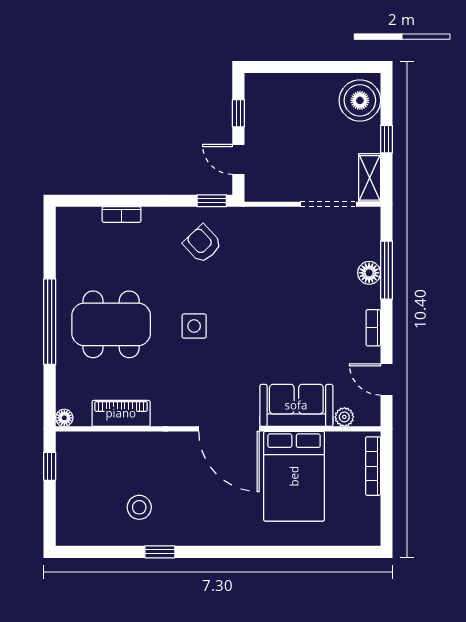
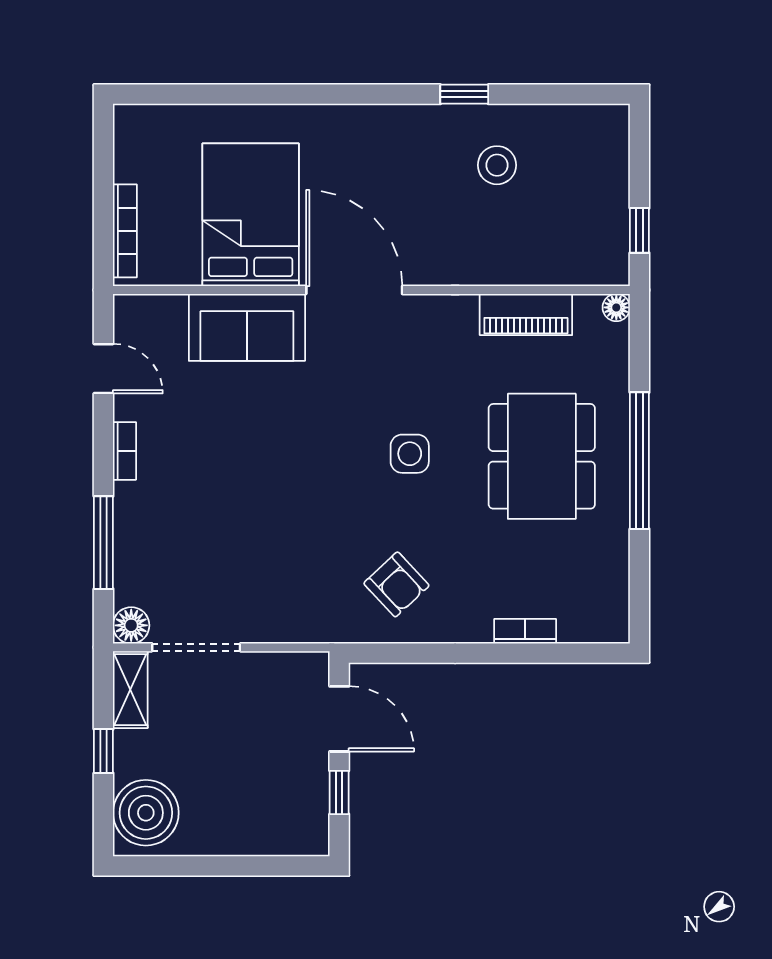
door: (238, 159) -> (339, 719), width x1.38
window: (212, 201) -> (382, 653), removed
floor lamp: (369, 273) -> (131, 625), moved
dining table: (111, 324) -> (542, 456), turned 90
plant: (344, 417) -> (171, 309), removed

